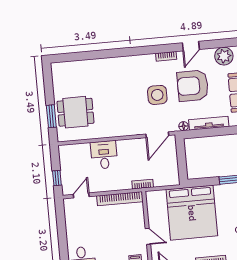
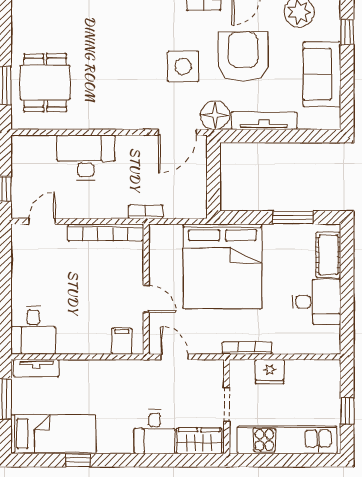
armchair: (193, 86) -> (243, 56), turned 90
dining table: (75, 112) -> (45, 83), turned 90
floor lamp: (184, 126) -> (215, 115), width x1.89, depth x1.89
desk: (104, 155) -> (86, 158), width x1.37

